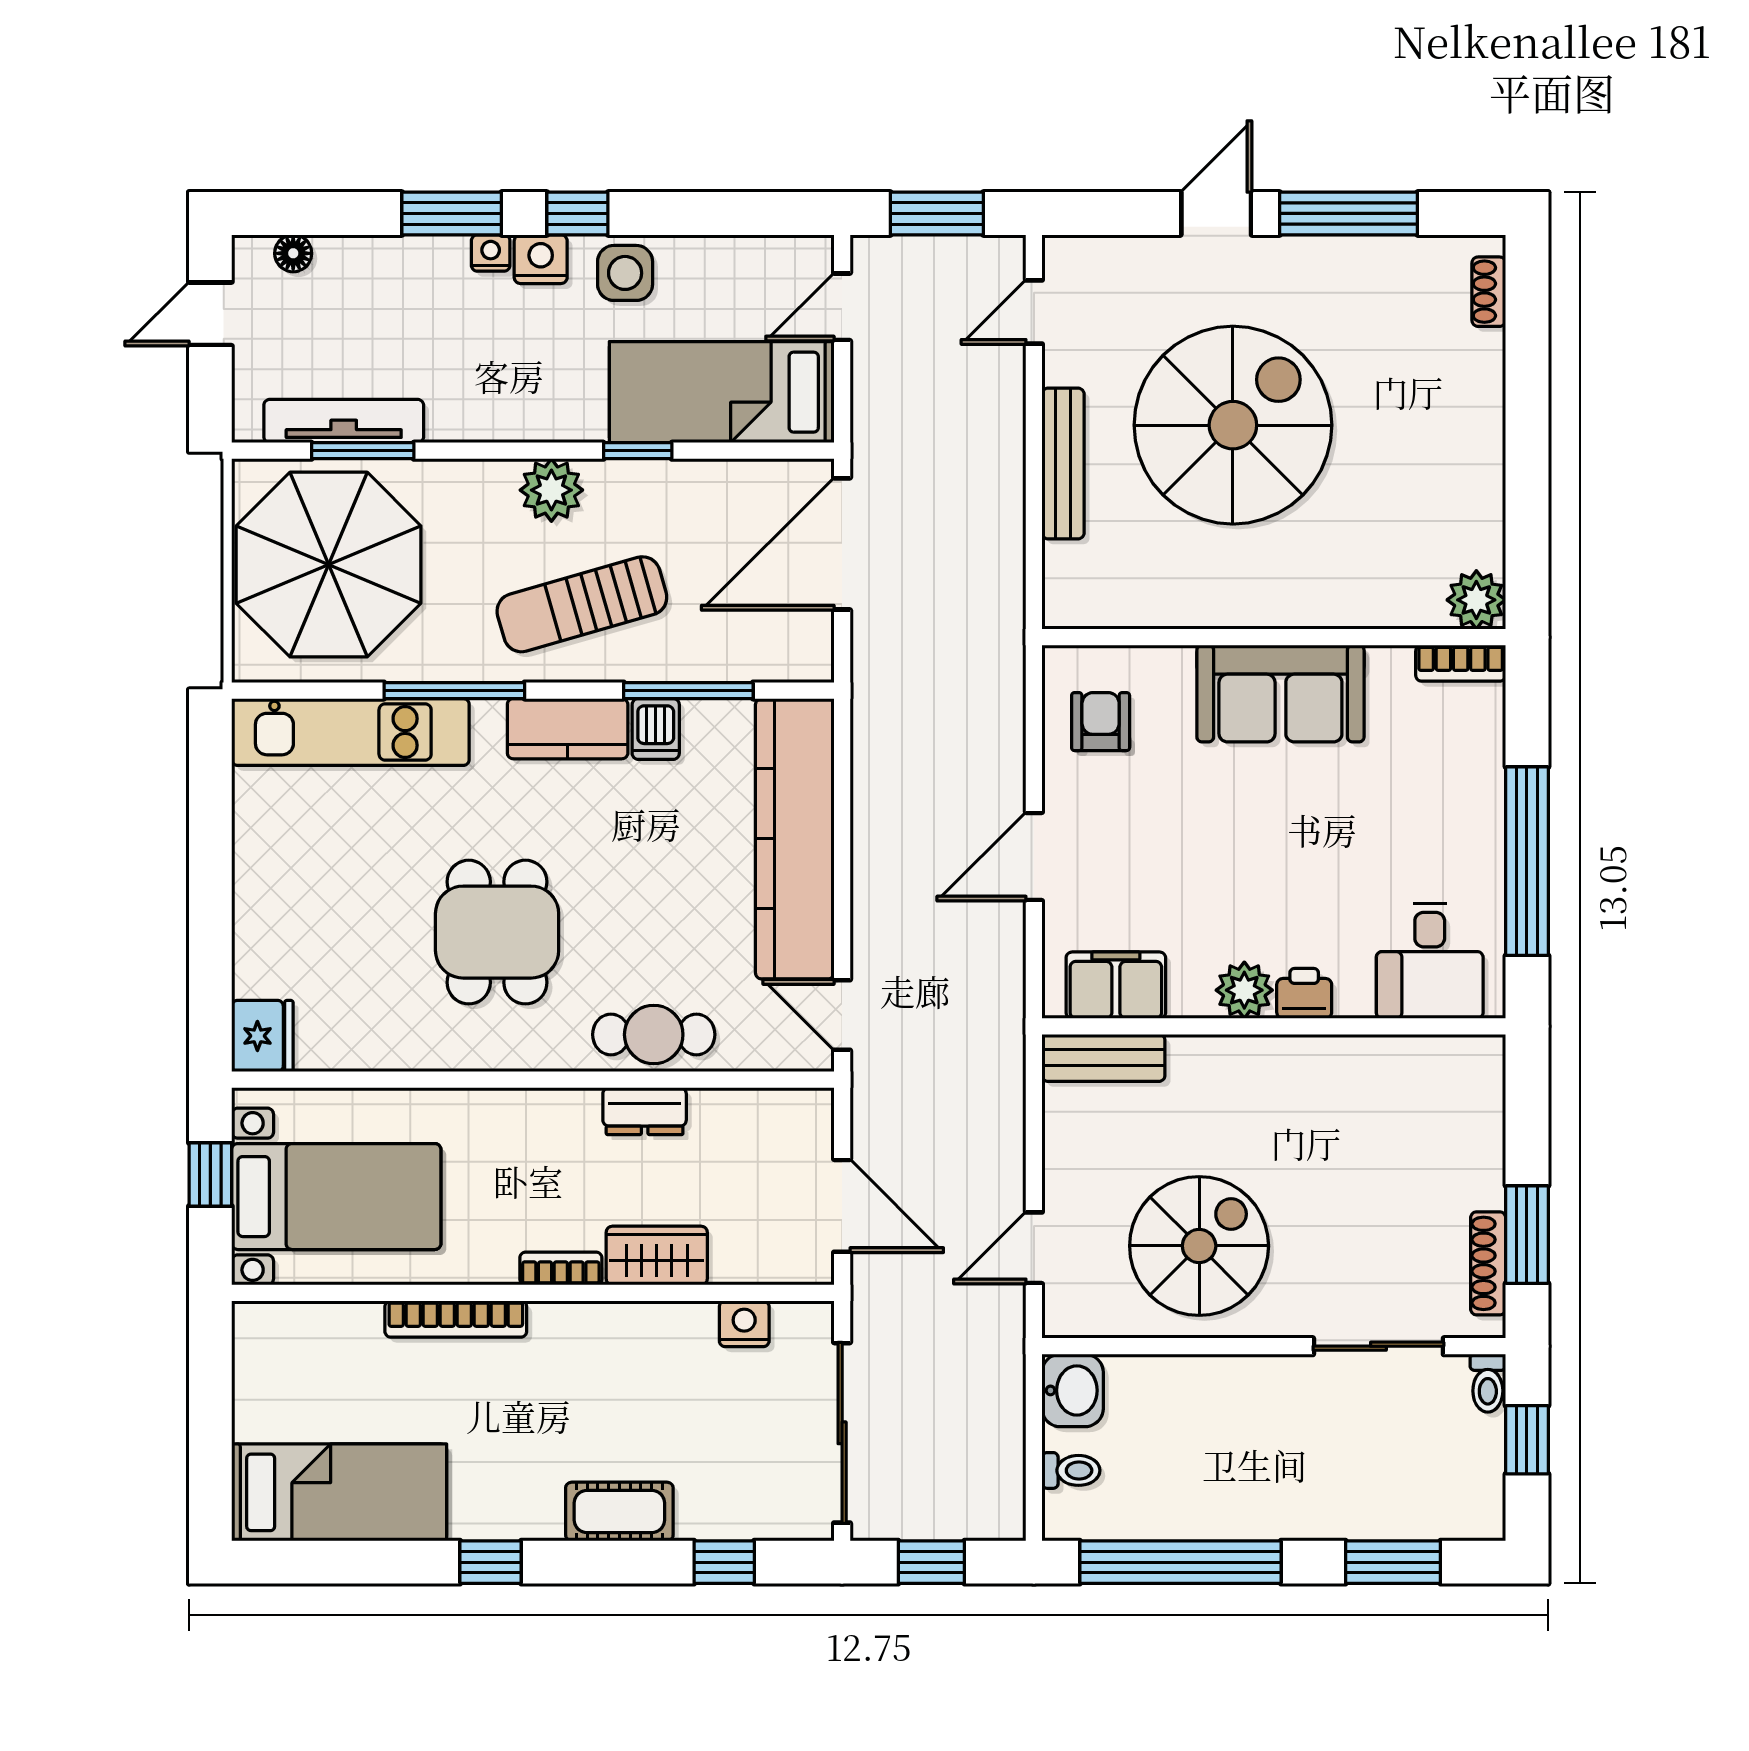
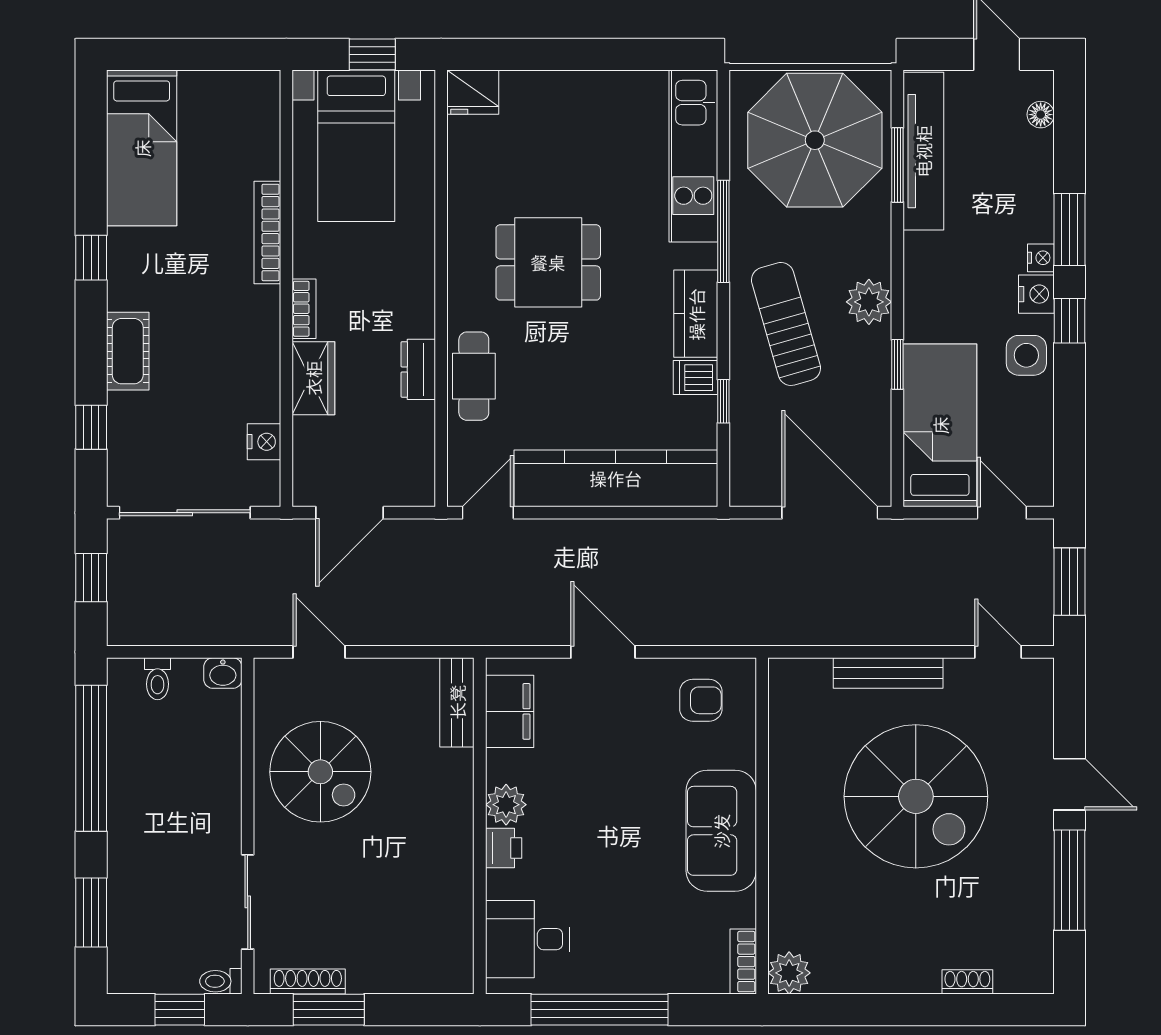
shoe rack: (1489, 292) -> (967, 982), moved
tv unit: (344, 421) -> (923, 151), width x1.36, depth x1.29
window: (688, 691) -> (723, 401), width x0.46
washbasin: (1073, 1390) -> (223, 673), width x0.72, depth x0.69

